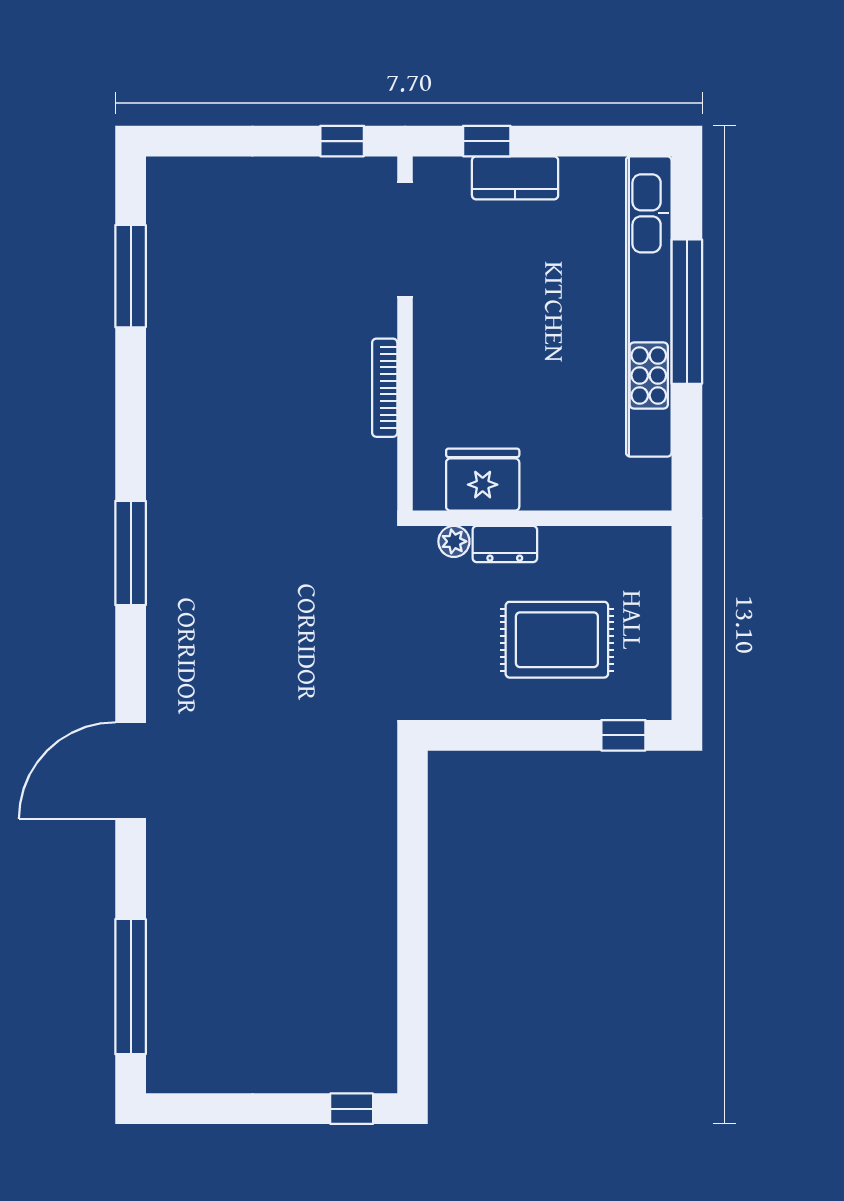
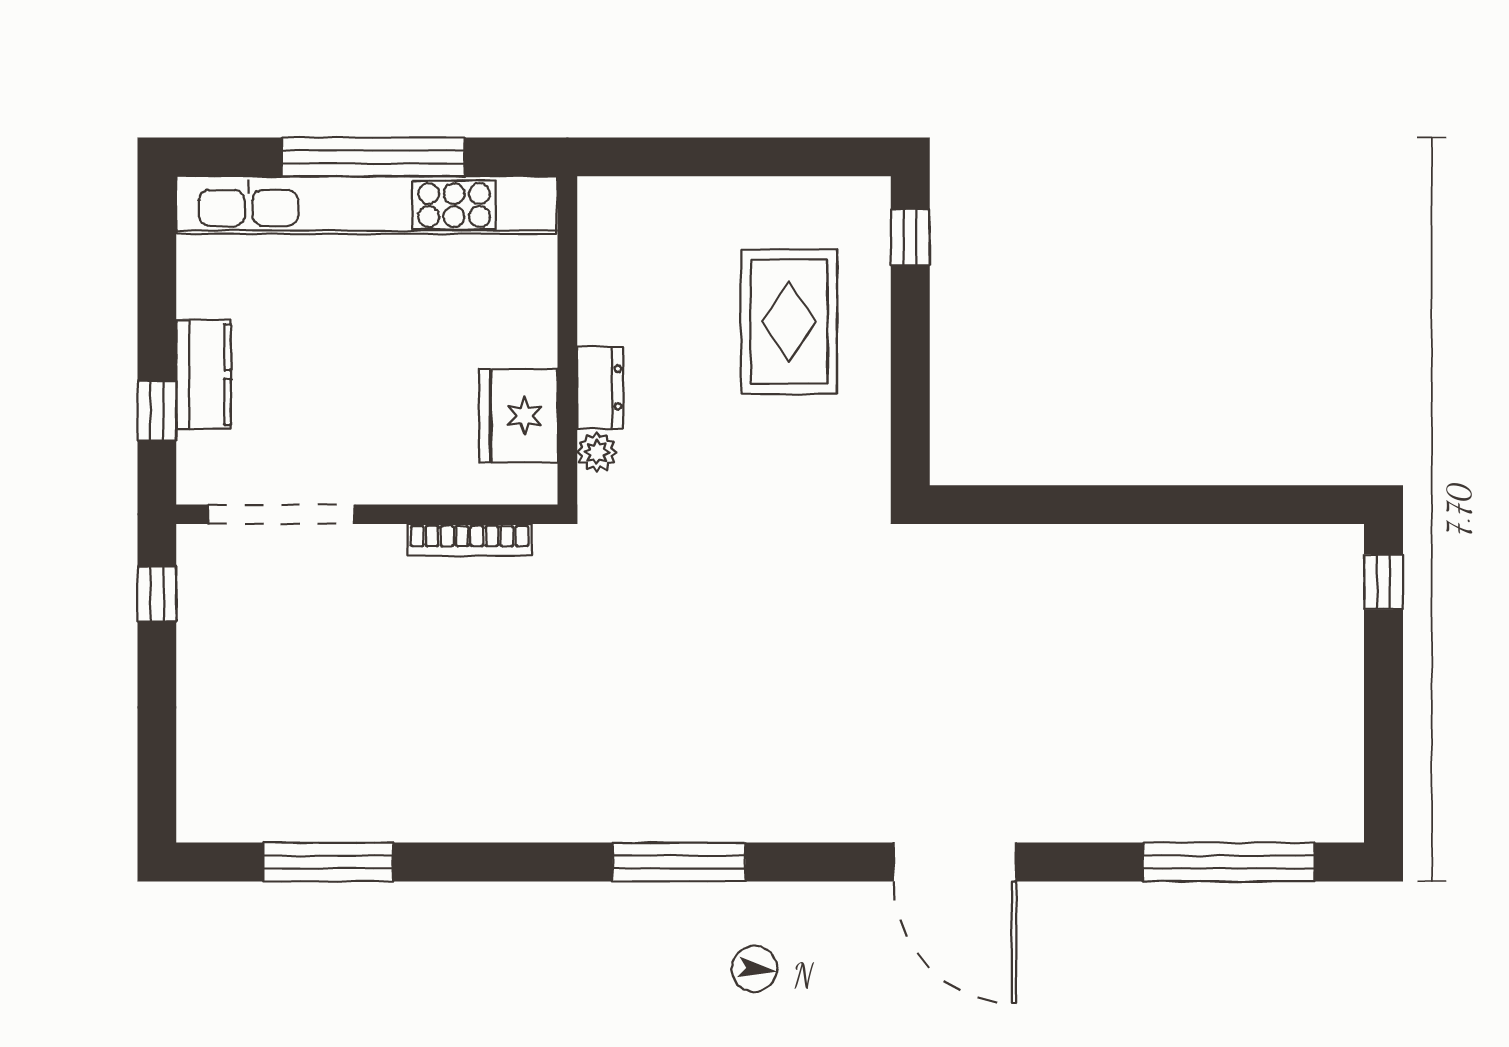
fridge: (483, 480) -> (518, 416), moved
wall: (542, 518) -> (567, 340), moved
plant: (454, 541) -> (597, 452), moved
dresser: (505, 544) -> (600, 388), moved

